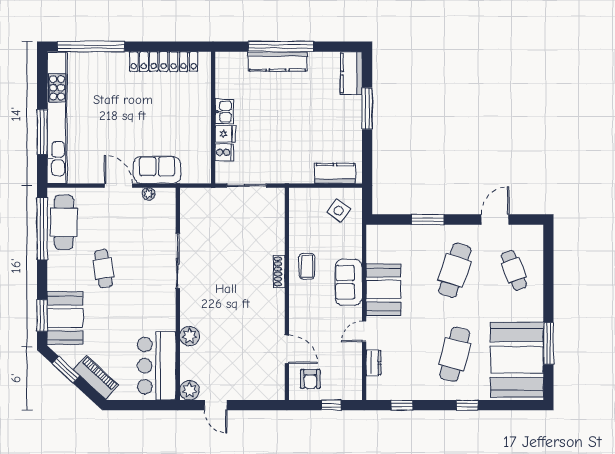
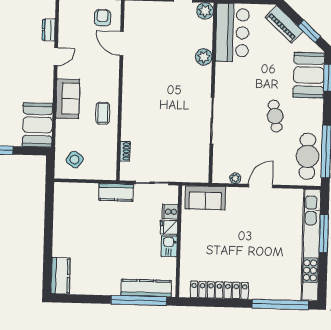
window: (281, 47) -> (139, 300), moved
kitchen counter: (278, 61) -> (146, 288), moved
window: (367, 108) -> (48, 245), removed
sofa: (157, 170) -> (205, 198), moved
kitchen counter: (335, 173) -> (116, 192), moved
door: (118, 186) -> (261, 186), swing flipped
shoe rack: (279, 271) -> (125, 151), moved, width x0.70
booth: (383, 290) -> (38, 125), moved

